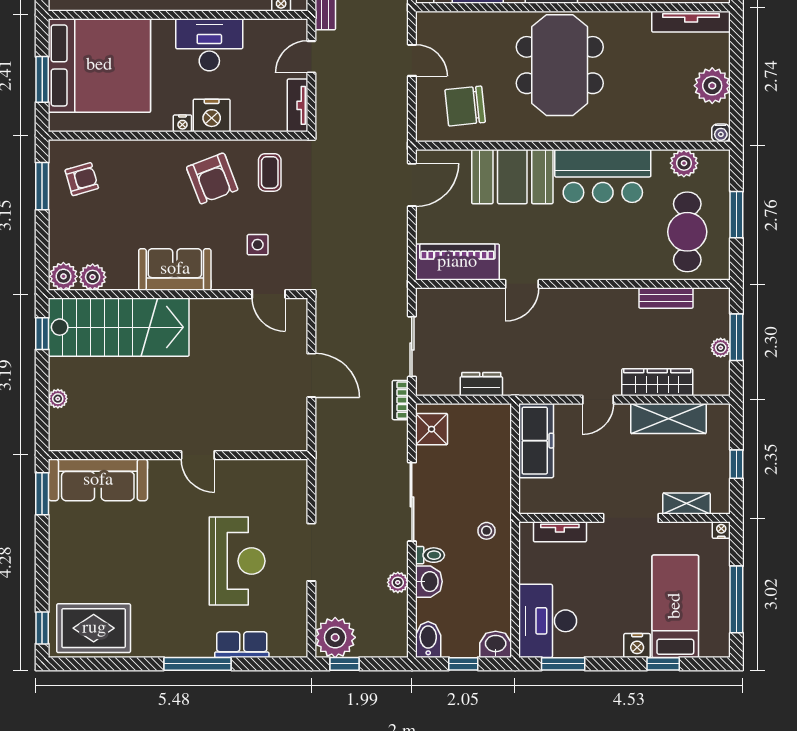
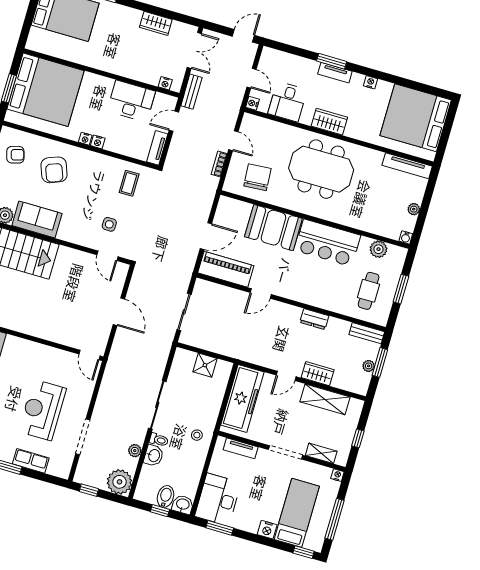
desk: (209, 45) -> (131, 101), moved
meeting table: (560, 65) -> (321, 169), turned 90
plant: (712, 86) -> (414, 209), width x0.53, depth x0.53
chair: (465, 106) -> (257, 177), turned 92
nightstand: (212, 115) -> (98, 142), width x0.53, depth x0.56
armchair: (212, 178) -> (54, 170), moved
door: (412, 185) -> (206, 236), moved
cafe table: (687, 232) -> (369, 291), width x0.73, depth x0.74
sofa: (175, 269) -> (37, 219), moved
bench: (666, 298) -> (367, 333), moved
wardrobe: (657, 382) -> (318, 374), width x0.67
dresser: (481, 384) -> (314, 319), moved, turned 180
bookcase: (400, 400) -> (219, 164), moved
shower: (432, 429) -> (205, 365), moved
freezer: (536, 441) -> (242, 399), width x1.36, depth x1.26
door: (198, 455) -> (90, 355), moved
doorway: (311, 552) -> (83, 437), moved
reception desk: (237, 561) -> (42, 410), turned 180
plant: (335, 637) -> (120, 482), moved
bidet: (428, 640) -> (165, 496), moved
window: (663, 664) -> (304, 552), moved

